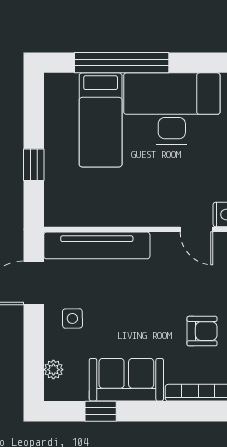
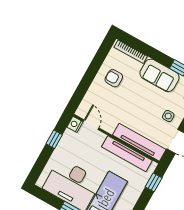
window: (34, 165) -> (154, 182), moved
tv unit: (107, 214) -> (127, 154), added

